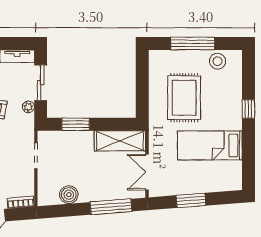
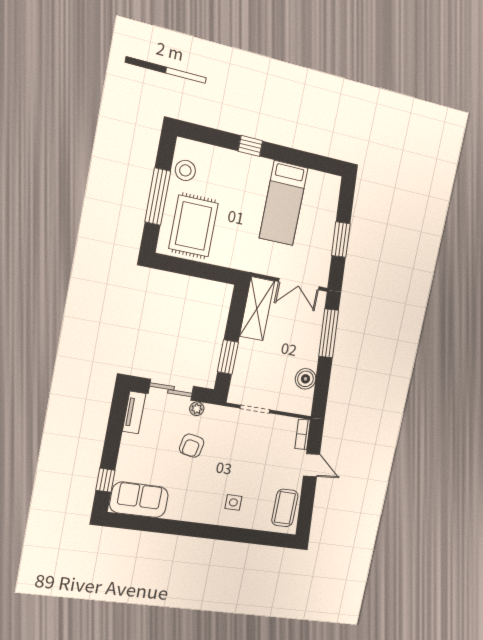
rug: (184, 98) -> (194, 226), moved, turned 90

